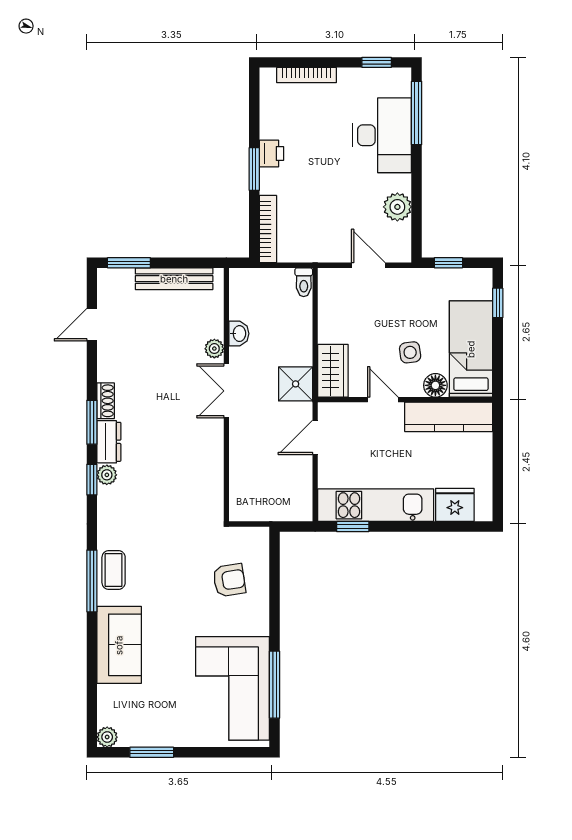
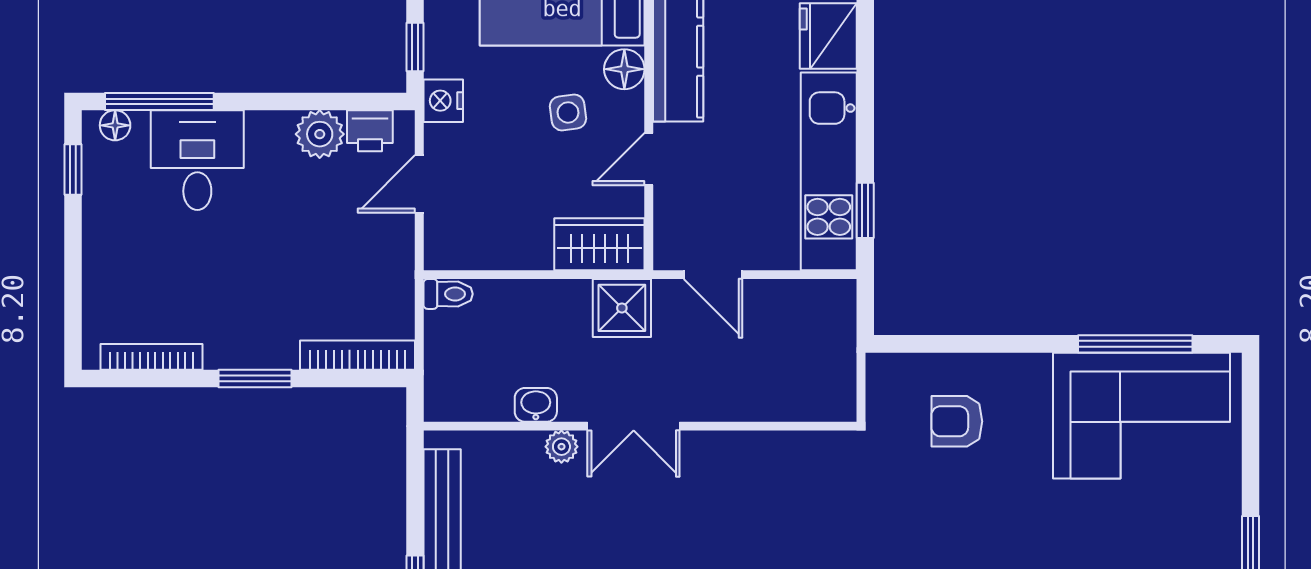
bookcase: (307, 75) -> (151, 357), moved, turned -90
floor lamp: (403, 87) -> (115, 125), added
desk: (382, 135) -> (197, 160), width x0.73
printer: (271, 154) -> (370, 131), moved, turned 180
nightstand: (417, 279) -> (443, 101), added
armchair: (229, 580) -> (957, 421), turned -81

